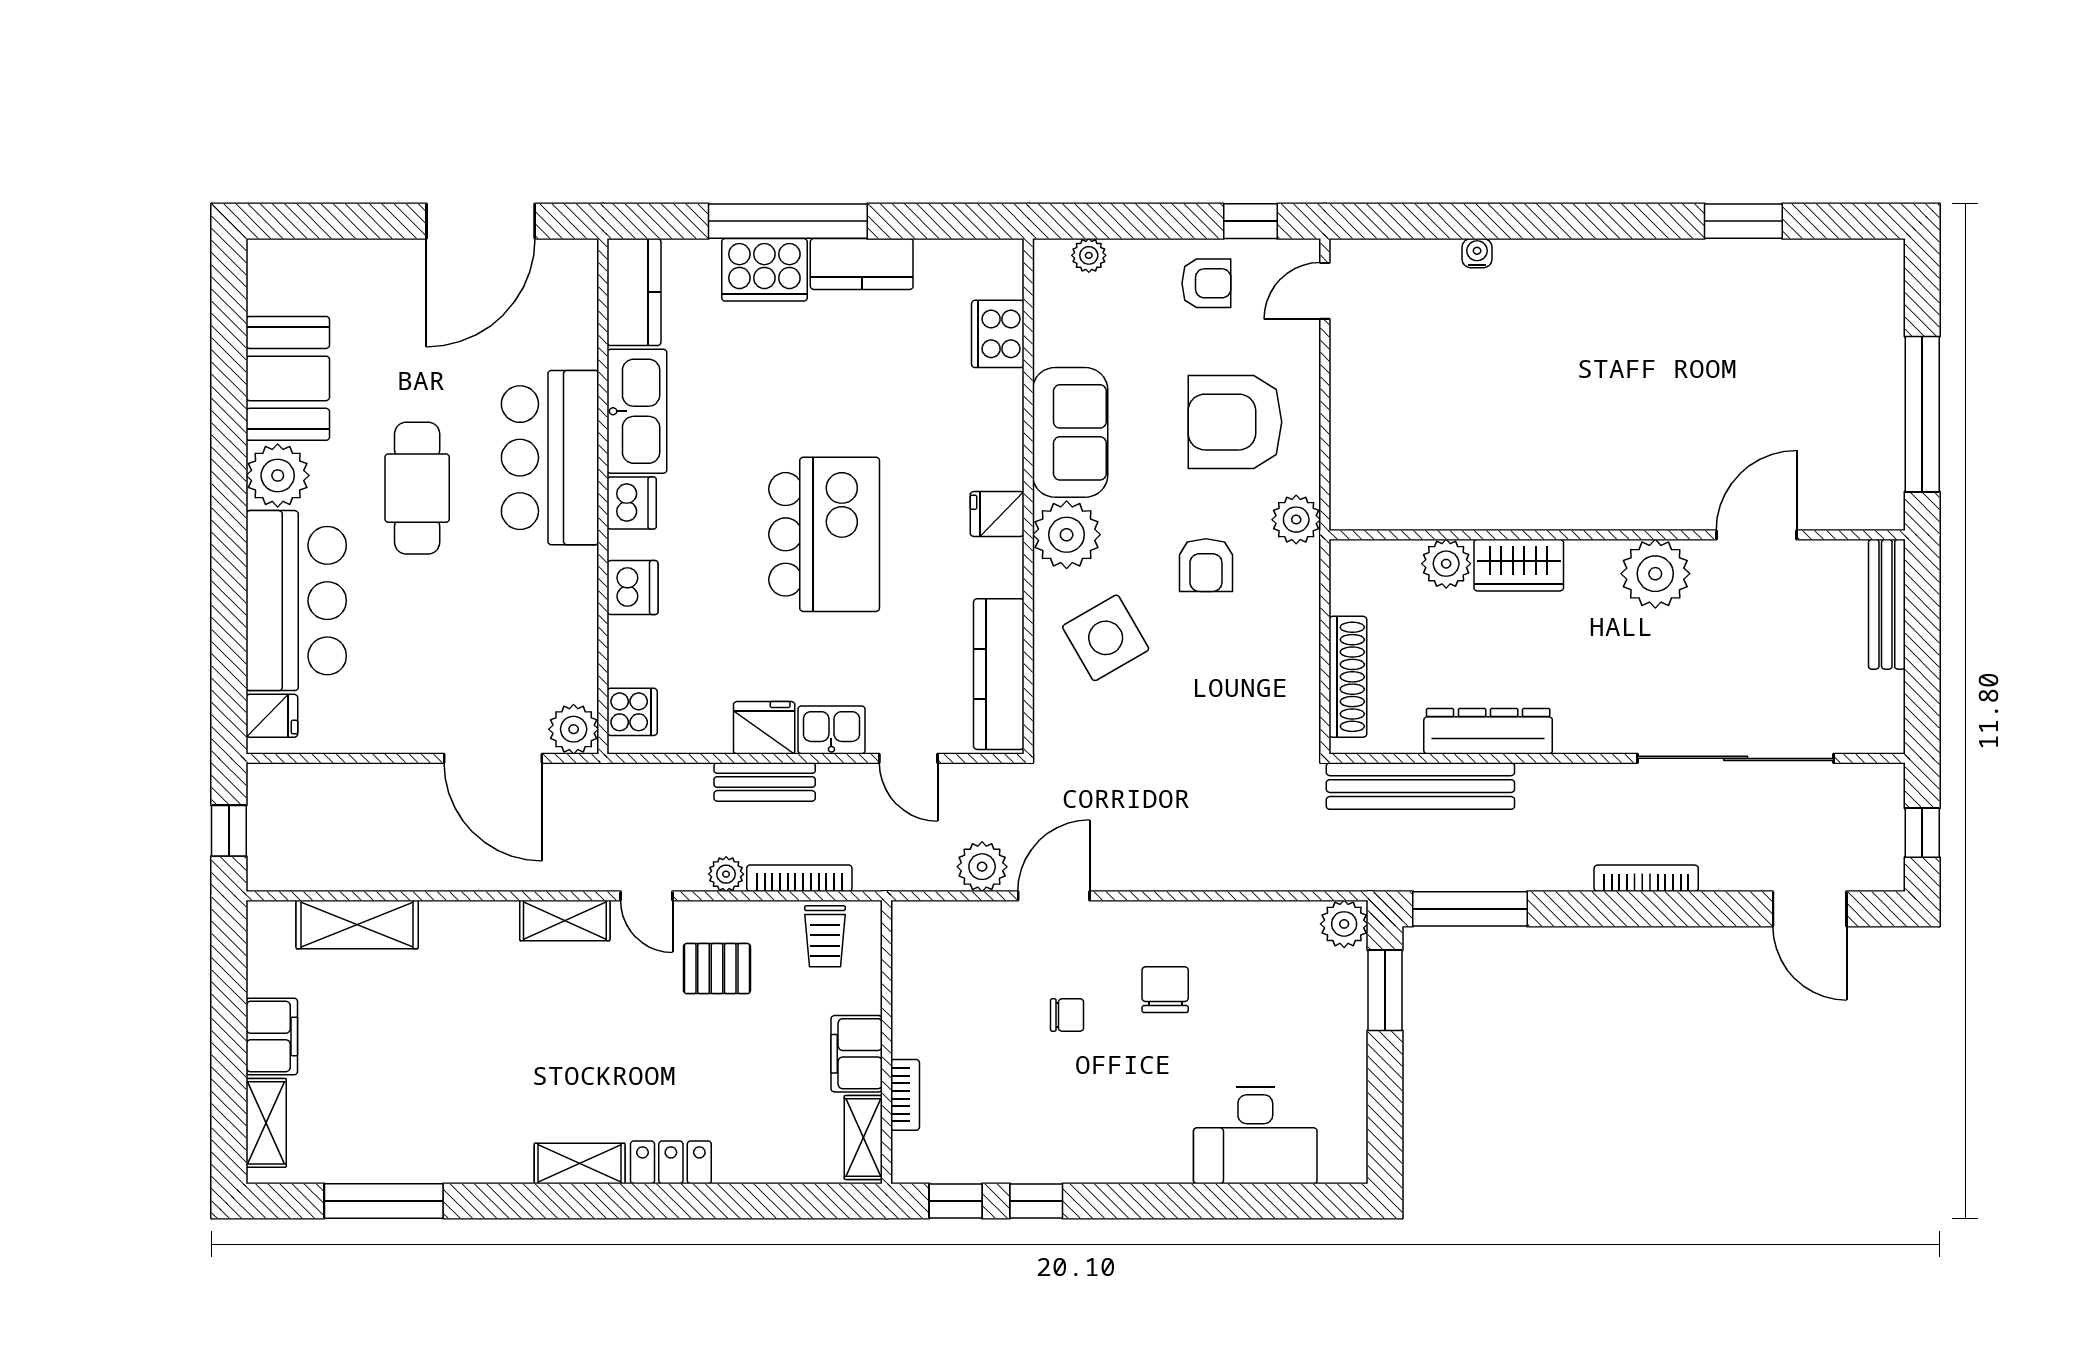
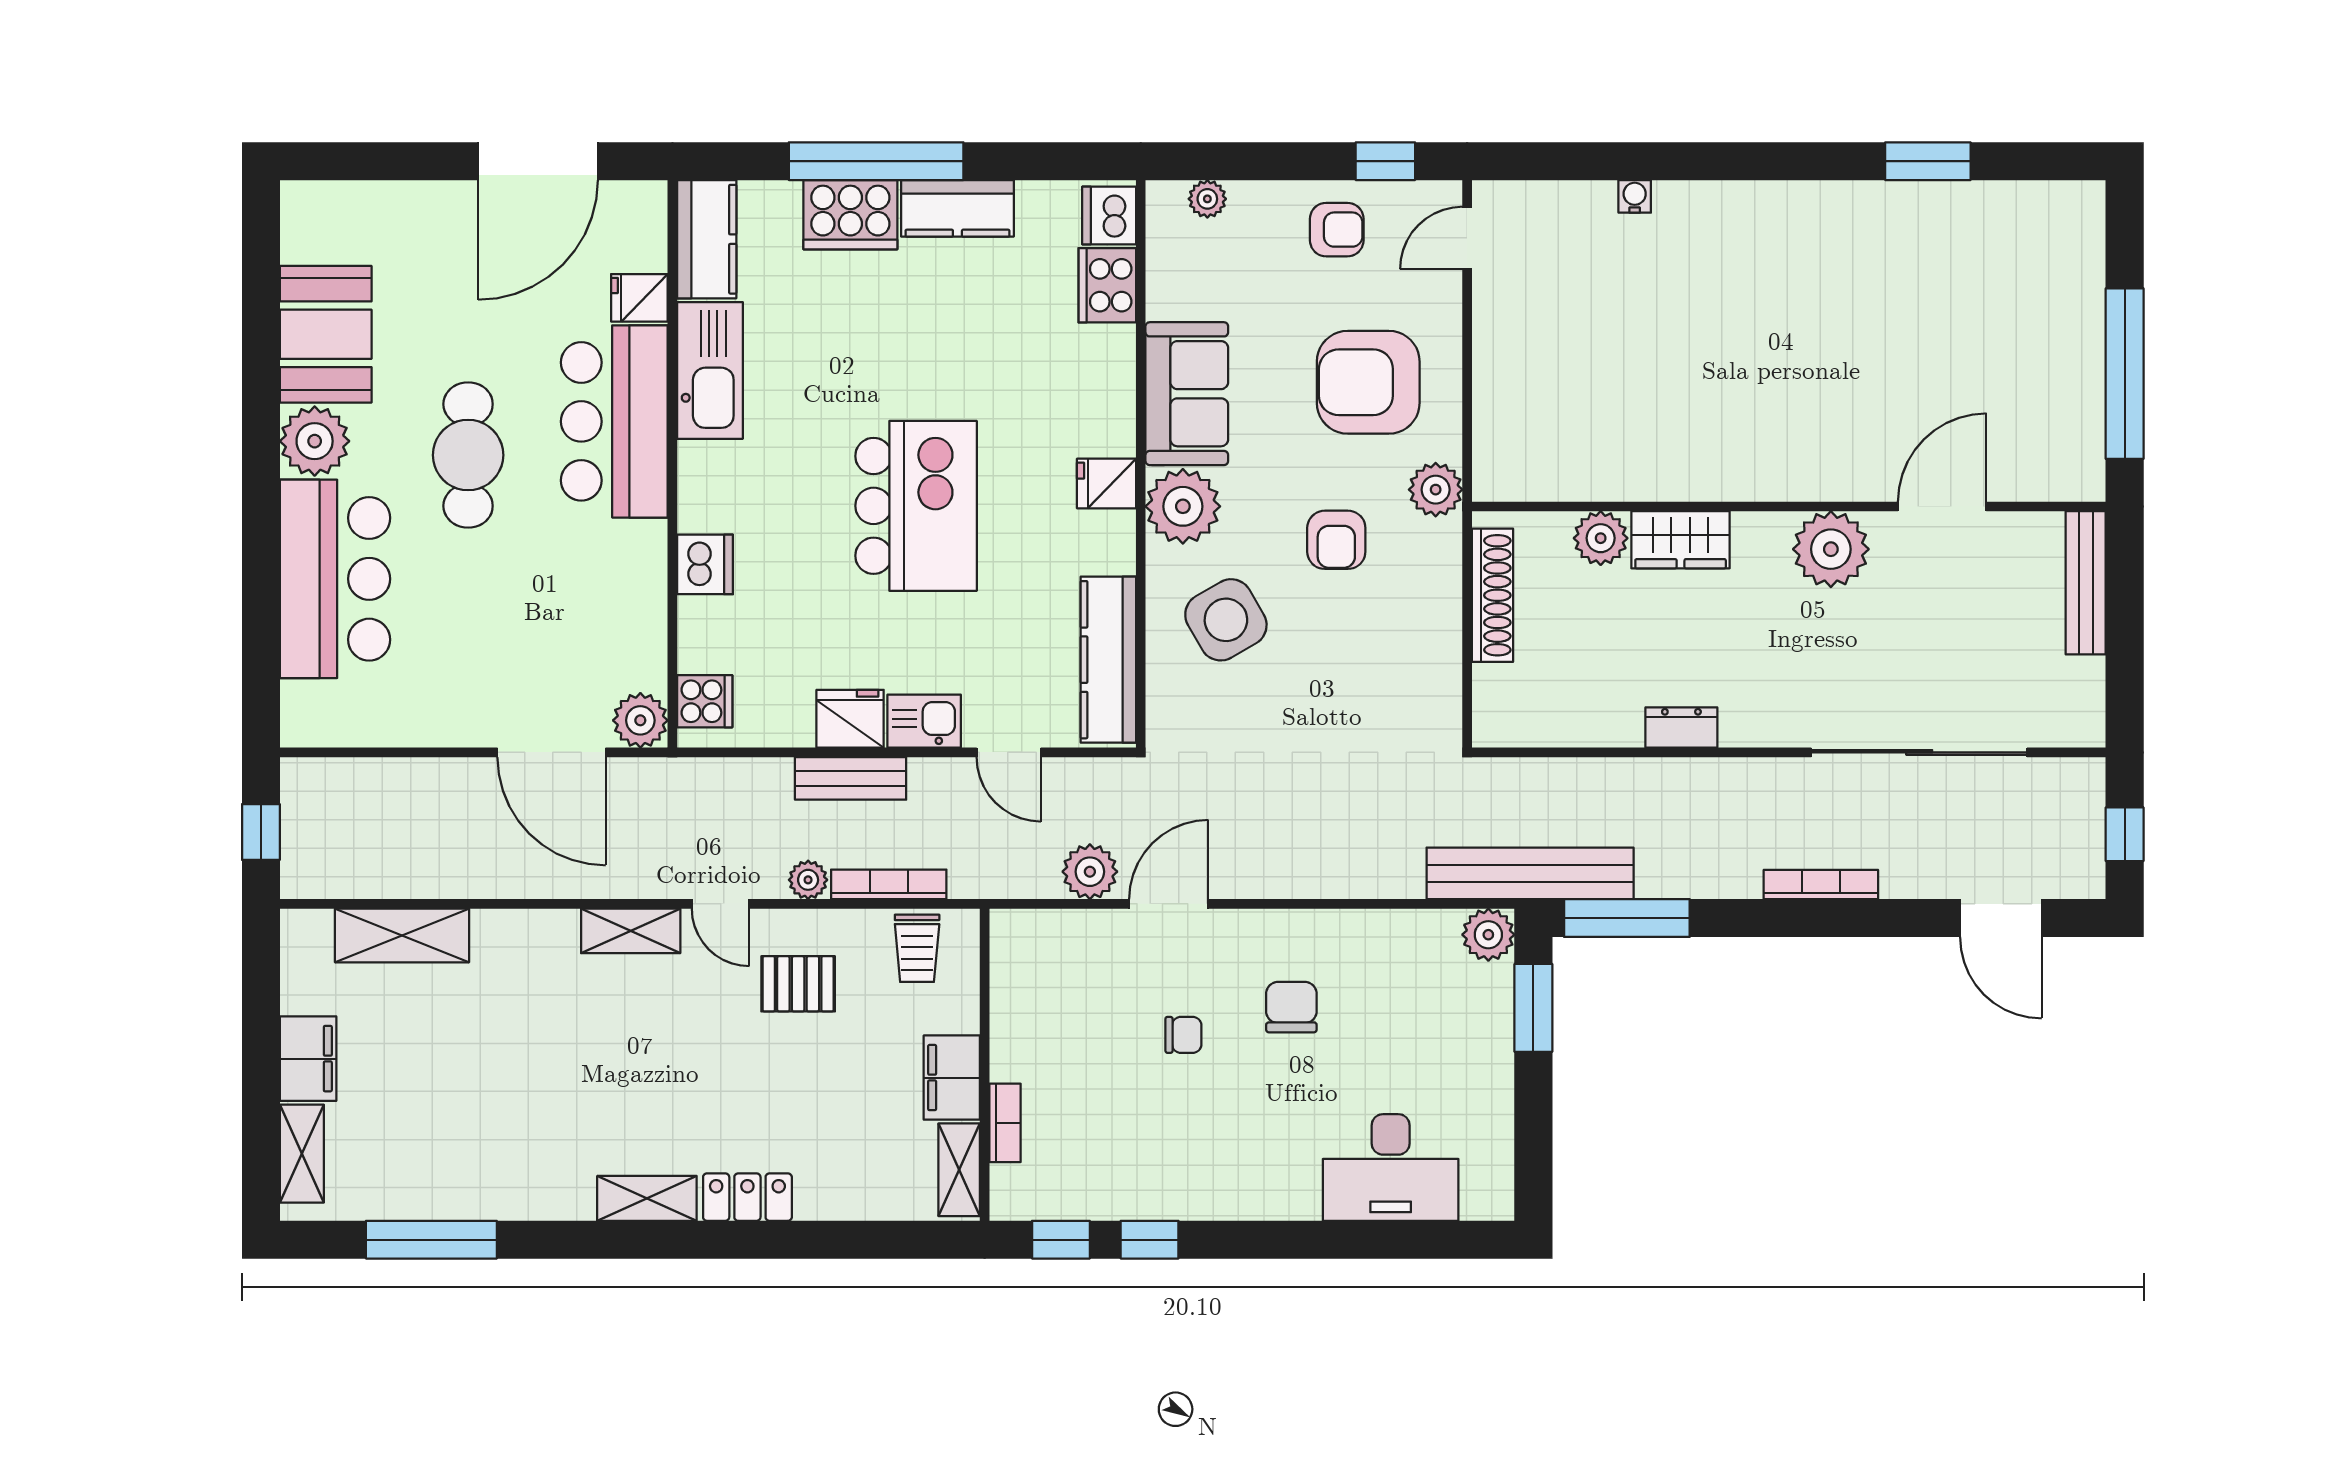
dishwasher: (632, 503) -> (1109, 215), moved, turned 180
shoe rack: (1348, 677) -> (1492, 595), moved
fridge: (272, 716) -> (639, 298), moved, turned 180
dresser: (1488, 731) -> (1681, 728), width x0.51, depth x0.80
bench: (1420, 786) -> (1530, 873), moved

